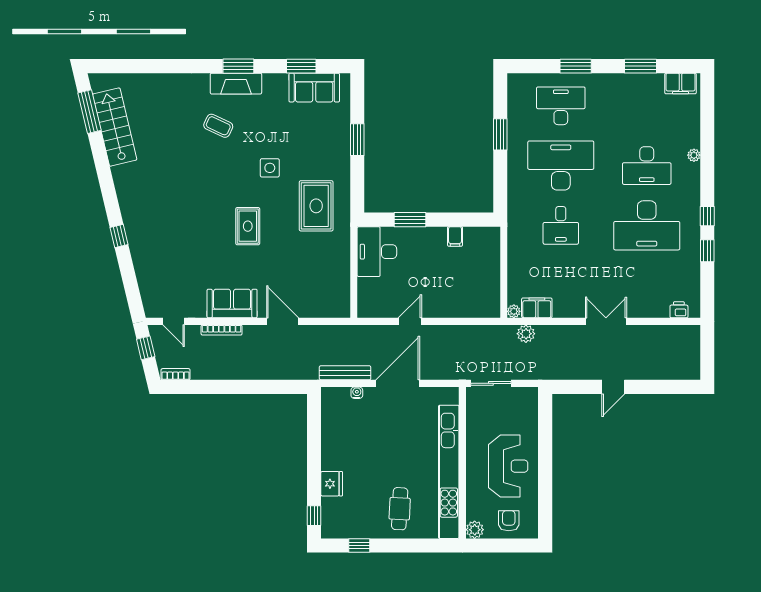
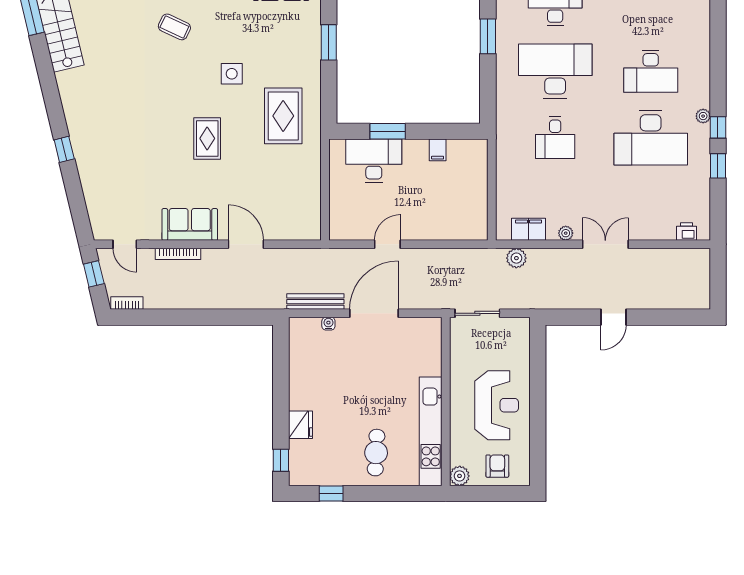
plant: (694, 155) -> (703, 116), moved
desk: (377, 252) -> (374, 161), moved, turned 90
plant: (514, 311) -> (566, 233), moved
kitchen unit: (449, 472) -> (431, 431), width x0.73

